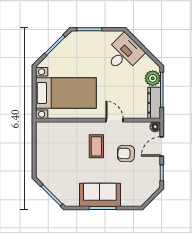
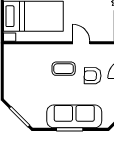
coffee table: (96, 146) -> (64, 69), turned 90
sofa: (100, 195) -> (74, 116), width x1.36

